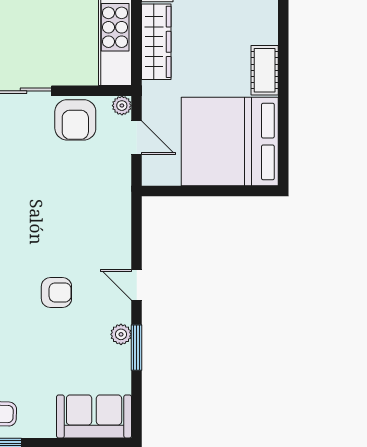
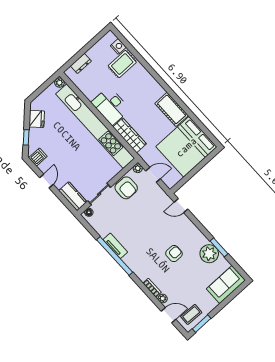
cot: (265, 70) -> (172, 109), width x1.37, depth x1.34
door: (137, 285) -> (181, 206), moved
plant: (121, 334) -> (209, 254), width x1.88, depth x1.88

